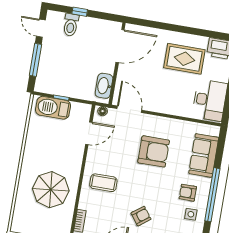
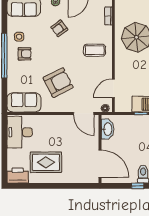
door: (120, 46) -> (100, 164), swing flipped
armchair: (154, 151) -> (58, 83), turned 153
sofa: (204, 155) -> (24, 102), moved, turned -90

